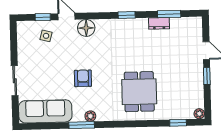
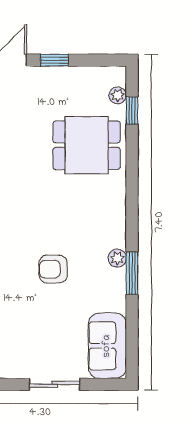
dining table: (139, 92) -> (87, 145), moved
sofa: (45, 111) -> (107, 346), width x0.73
plant: (199, 114) -> (118, 95), moved

